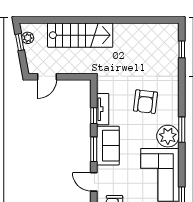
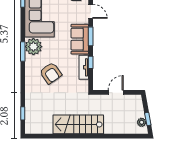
stairs: (80, 35) -> (78, 124), moved
door: (47, 77) -> (116, 92), moved
armchair: (145, 102) -> (51, 73), turned 138

